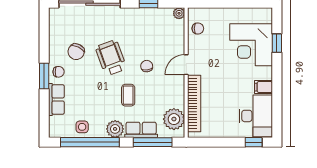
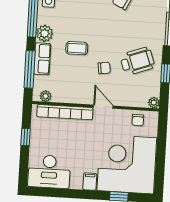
corner desk: (251, 45) -> (127, 164), width x1.36, depth x1.36
wheelchair: (111, 58) -> (137, 61), moved
filing cabinet: (264, 87) -> (90, 182), moved
plant: (174, 119) -> (46, 96), width x0.53, depth x0.53
window: (254, 142) -> (26, 137), moved

